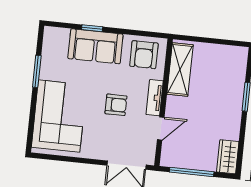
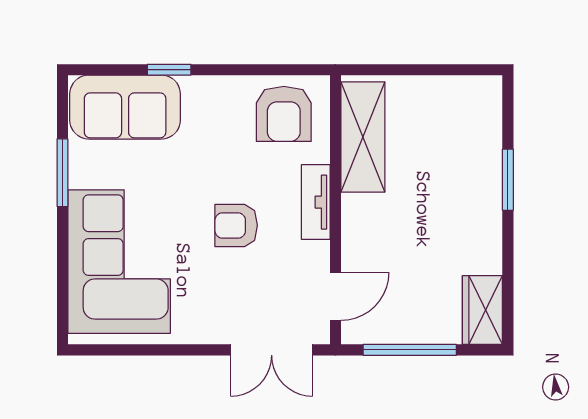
sofa: (95, 46) -> (125, 107), moved
armchair: (116, 105) -> (236, 225), turned 180
door: (161, 128) -> (335, 296), moved

